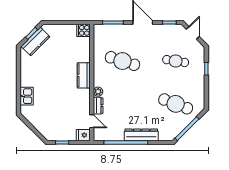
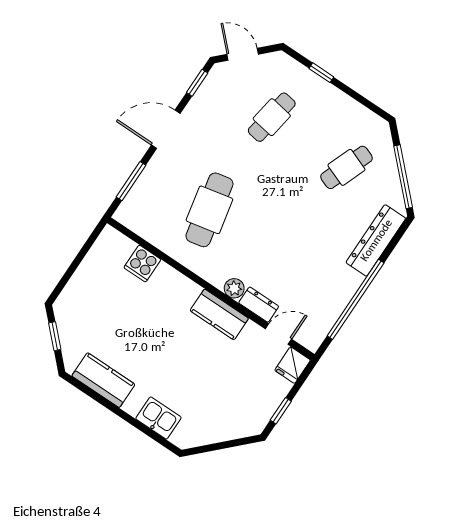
cooker: (83, 30) -> (142, 264), moved
kitchen counter: (35, 41) -> (103, 380), moved, turned -45
cafe table: (122, 61) -> (209, 210), turned -30
kitchen counter: (84, 75) -> (219, 314), moved
cafe table: (176, 104) -> (346, 167), width x0.73, depth x0.74
dresser: (141, 135) -> (376, 240), moved

